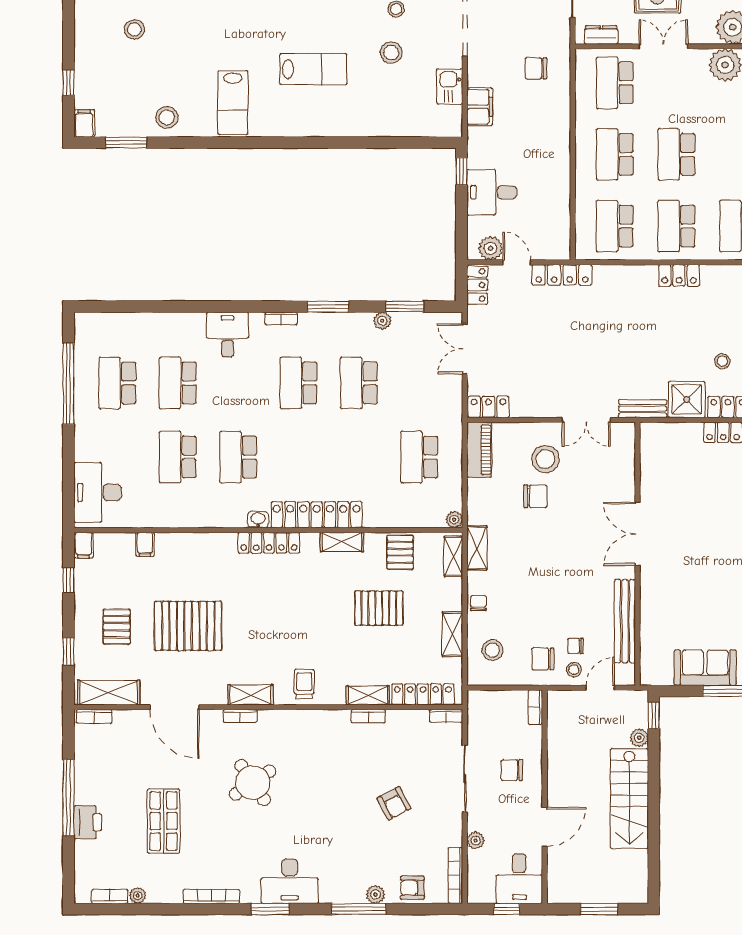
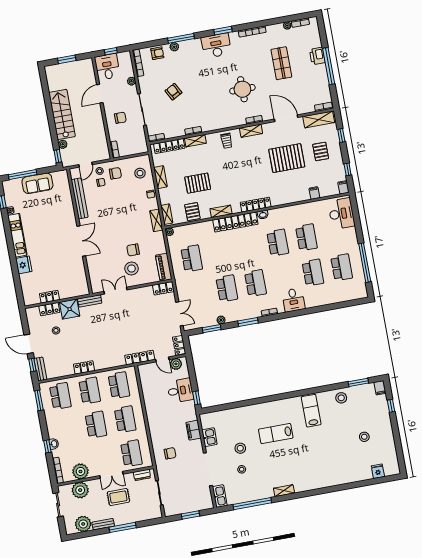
round table: (253, 783) -> (242, 89), turned 34

